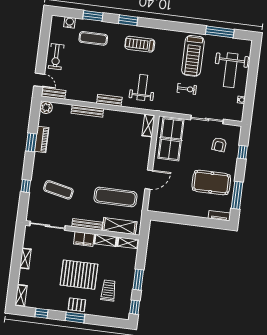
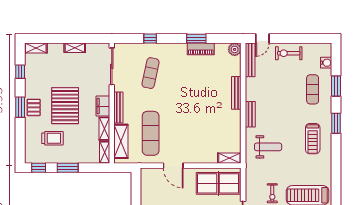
treadmill: (140, 44) -> (313, 139), turned 180
bench: (54, 93) -> (250, 60), width x1.36

